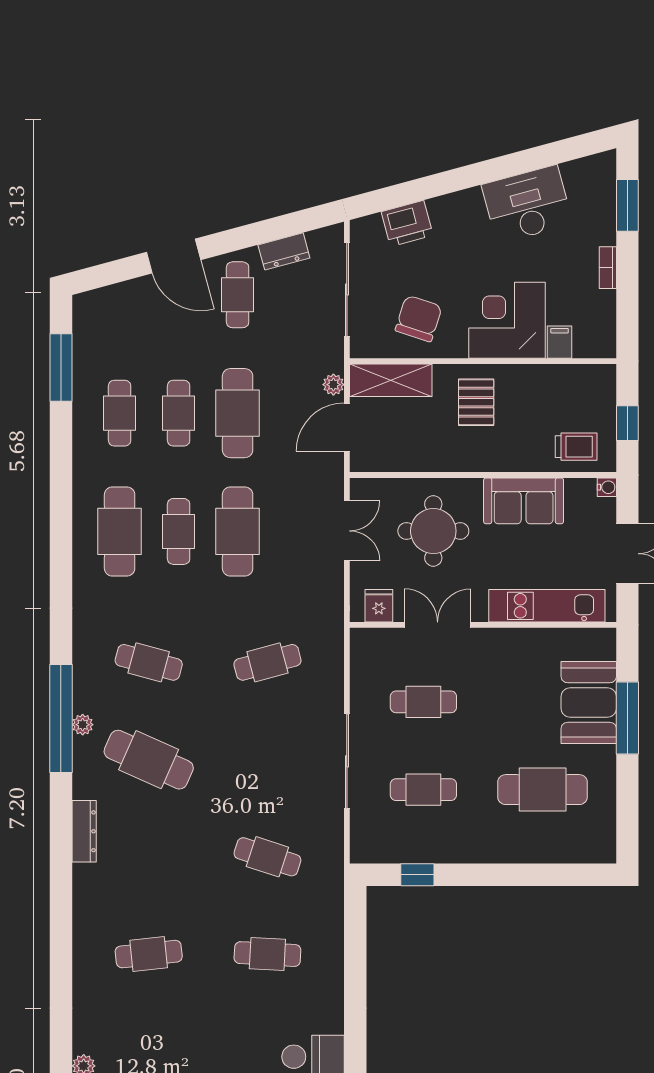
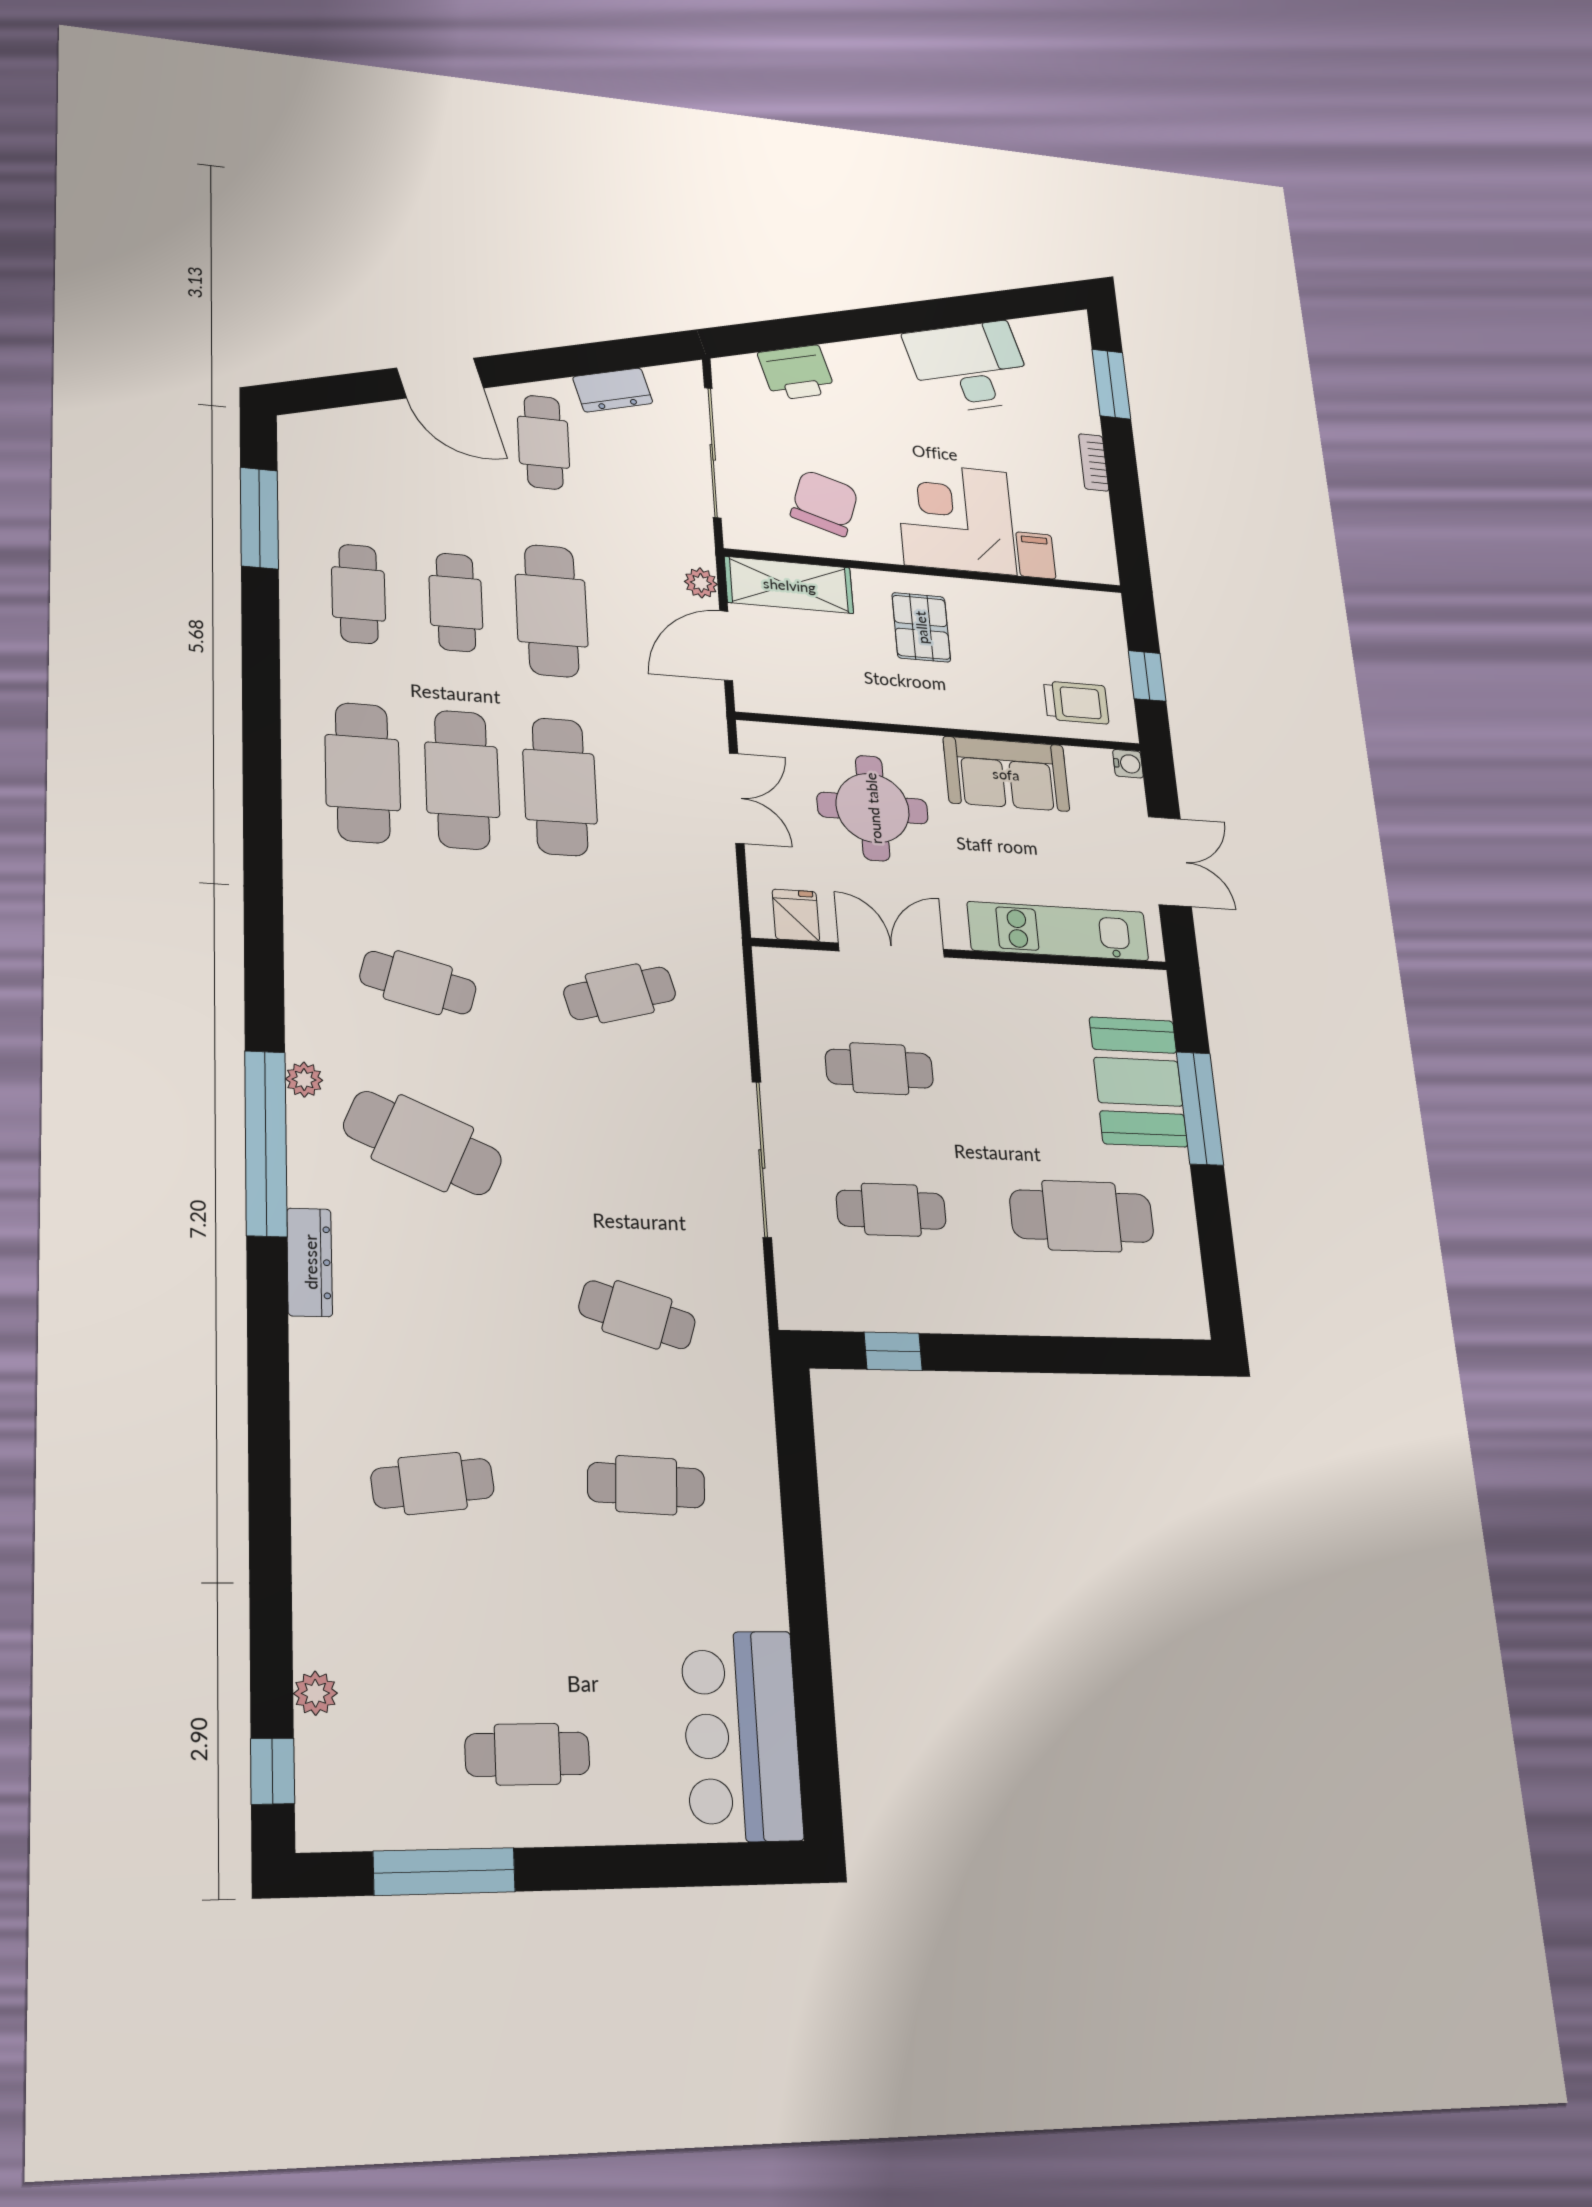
cafe table: (179, 531) -> (462, 780), width x1.37, depth x1.35
window: (61, 719) -> (266, 1143), moved

